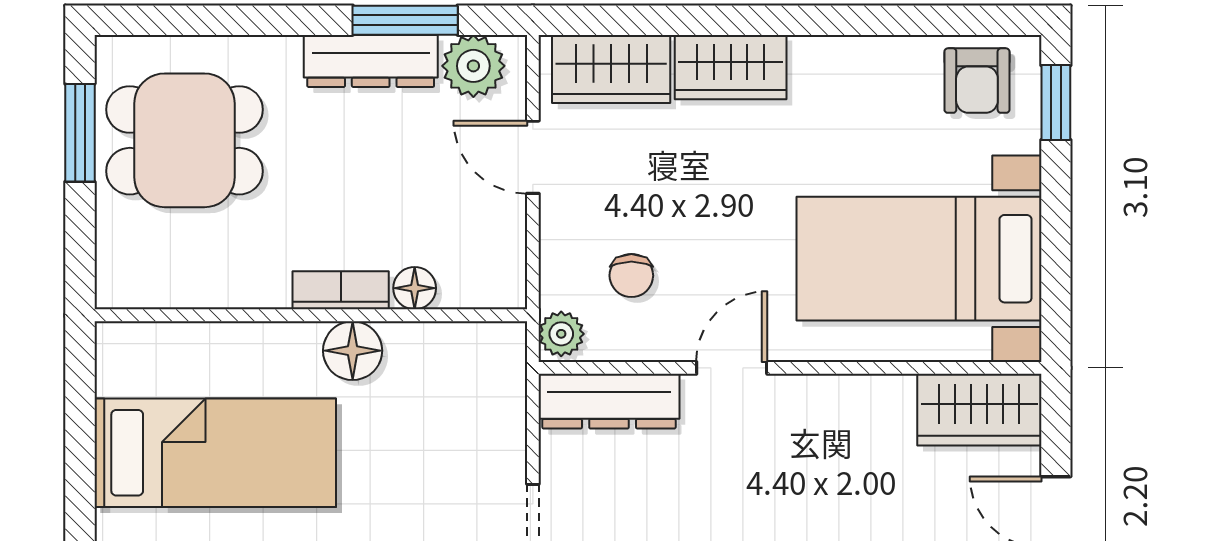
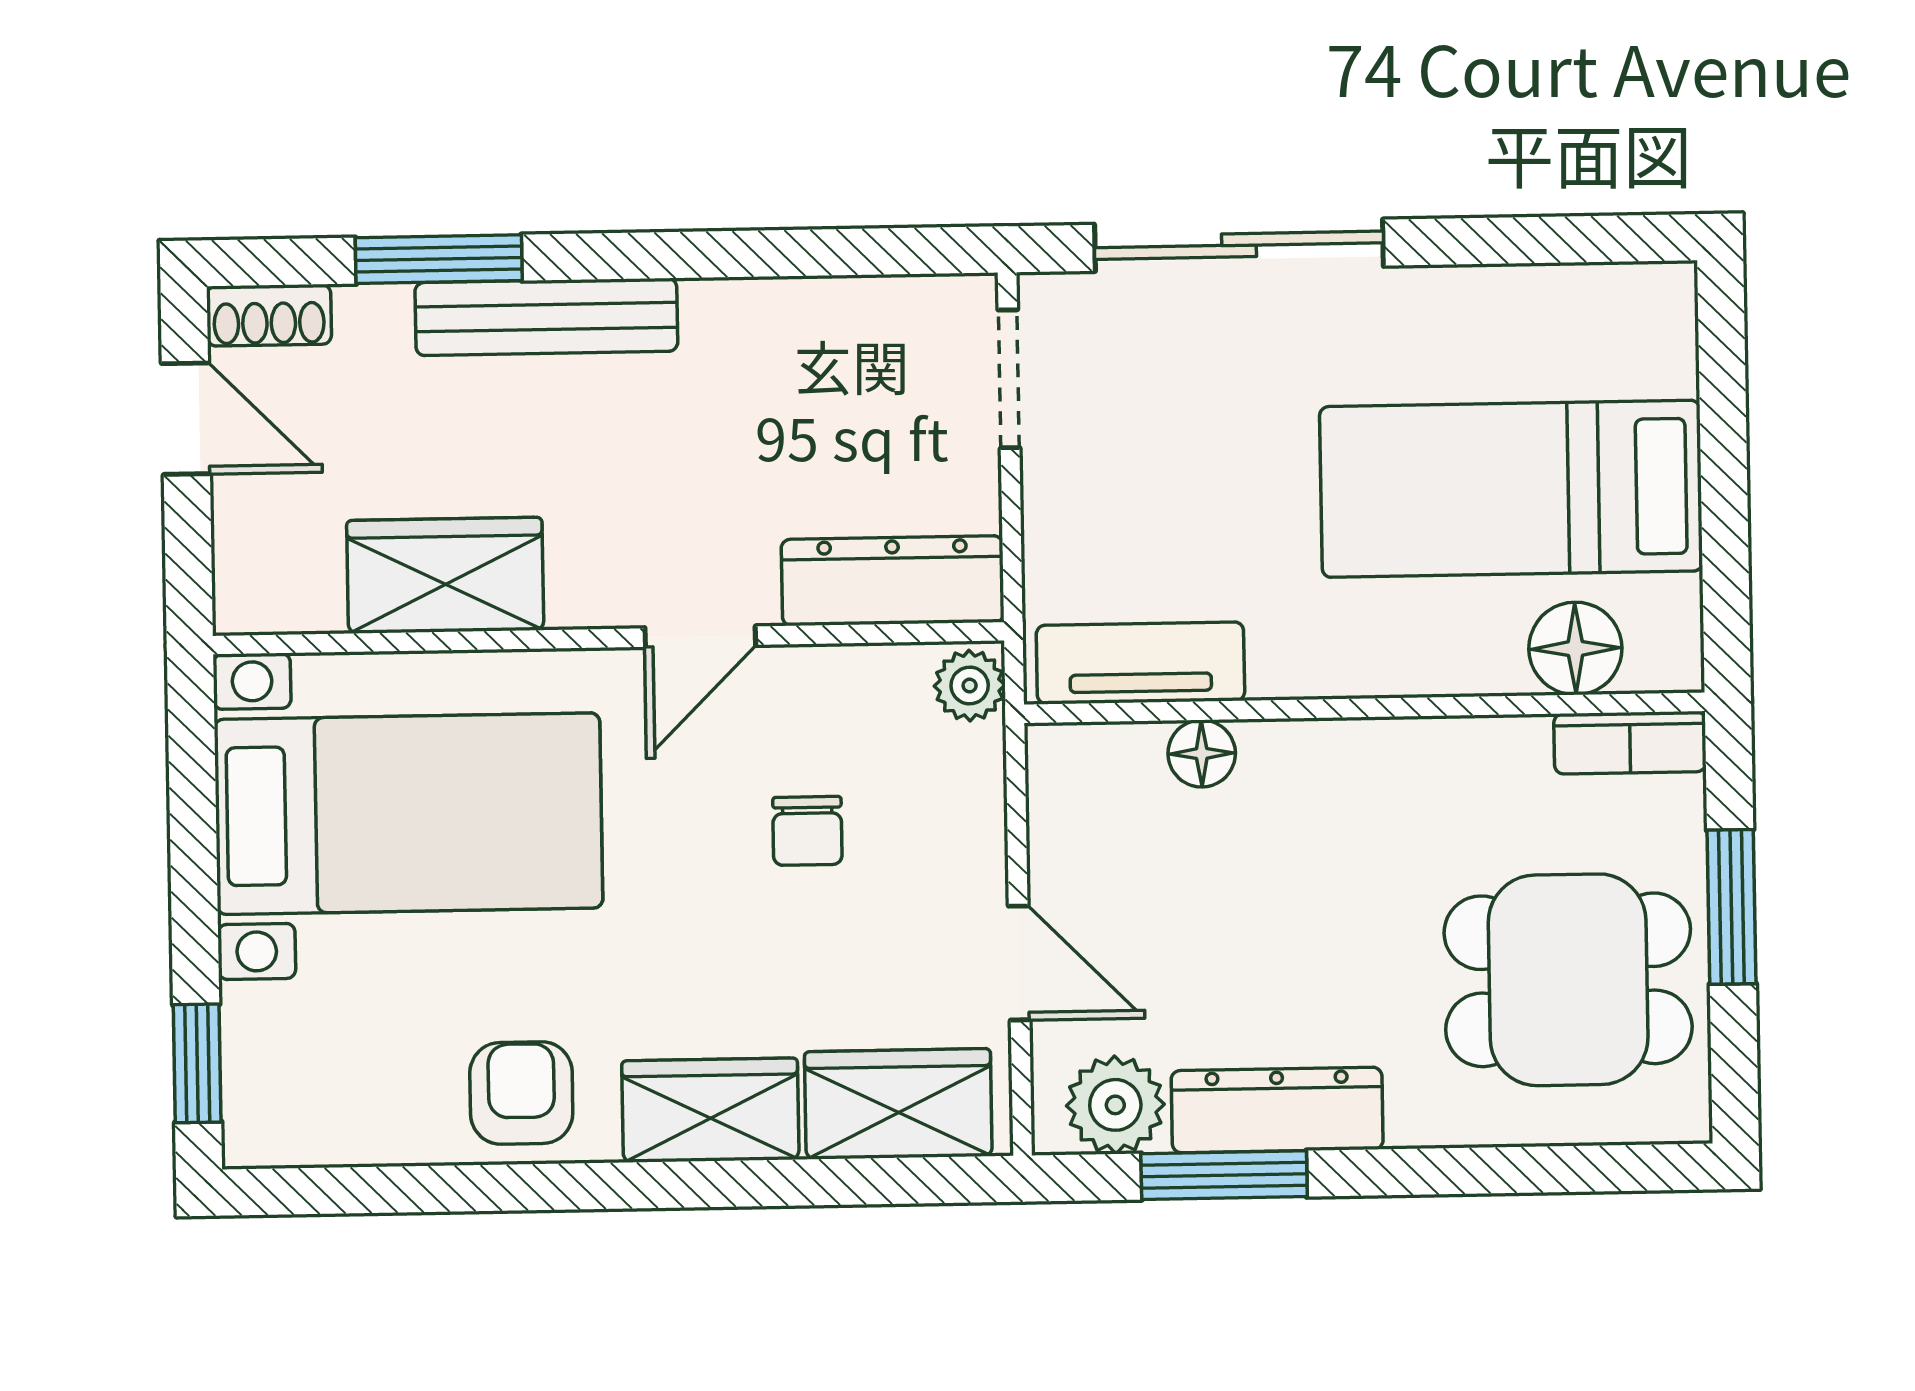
armchair: (977, 81) -> (521, 1093), moved
window: (80, 133) -> (1731, 907), moved
chair: (631, 276) -> (807, 831), moved, turned 180
bookcase: (341, 290) -> (1630, 743), moved
tv unit: (453, 346) -> (1140, 663), added
floor lamp: (353, 351) -> (1575, 648), moved
wardrobe: (979, 410) -> (445, 575), moved

